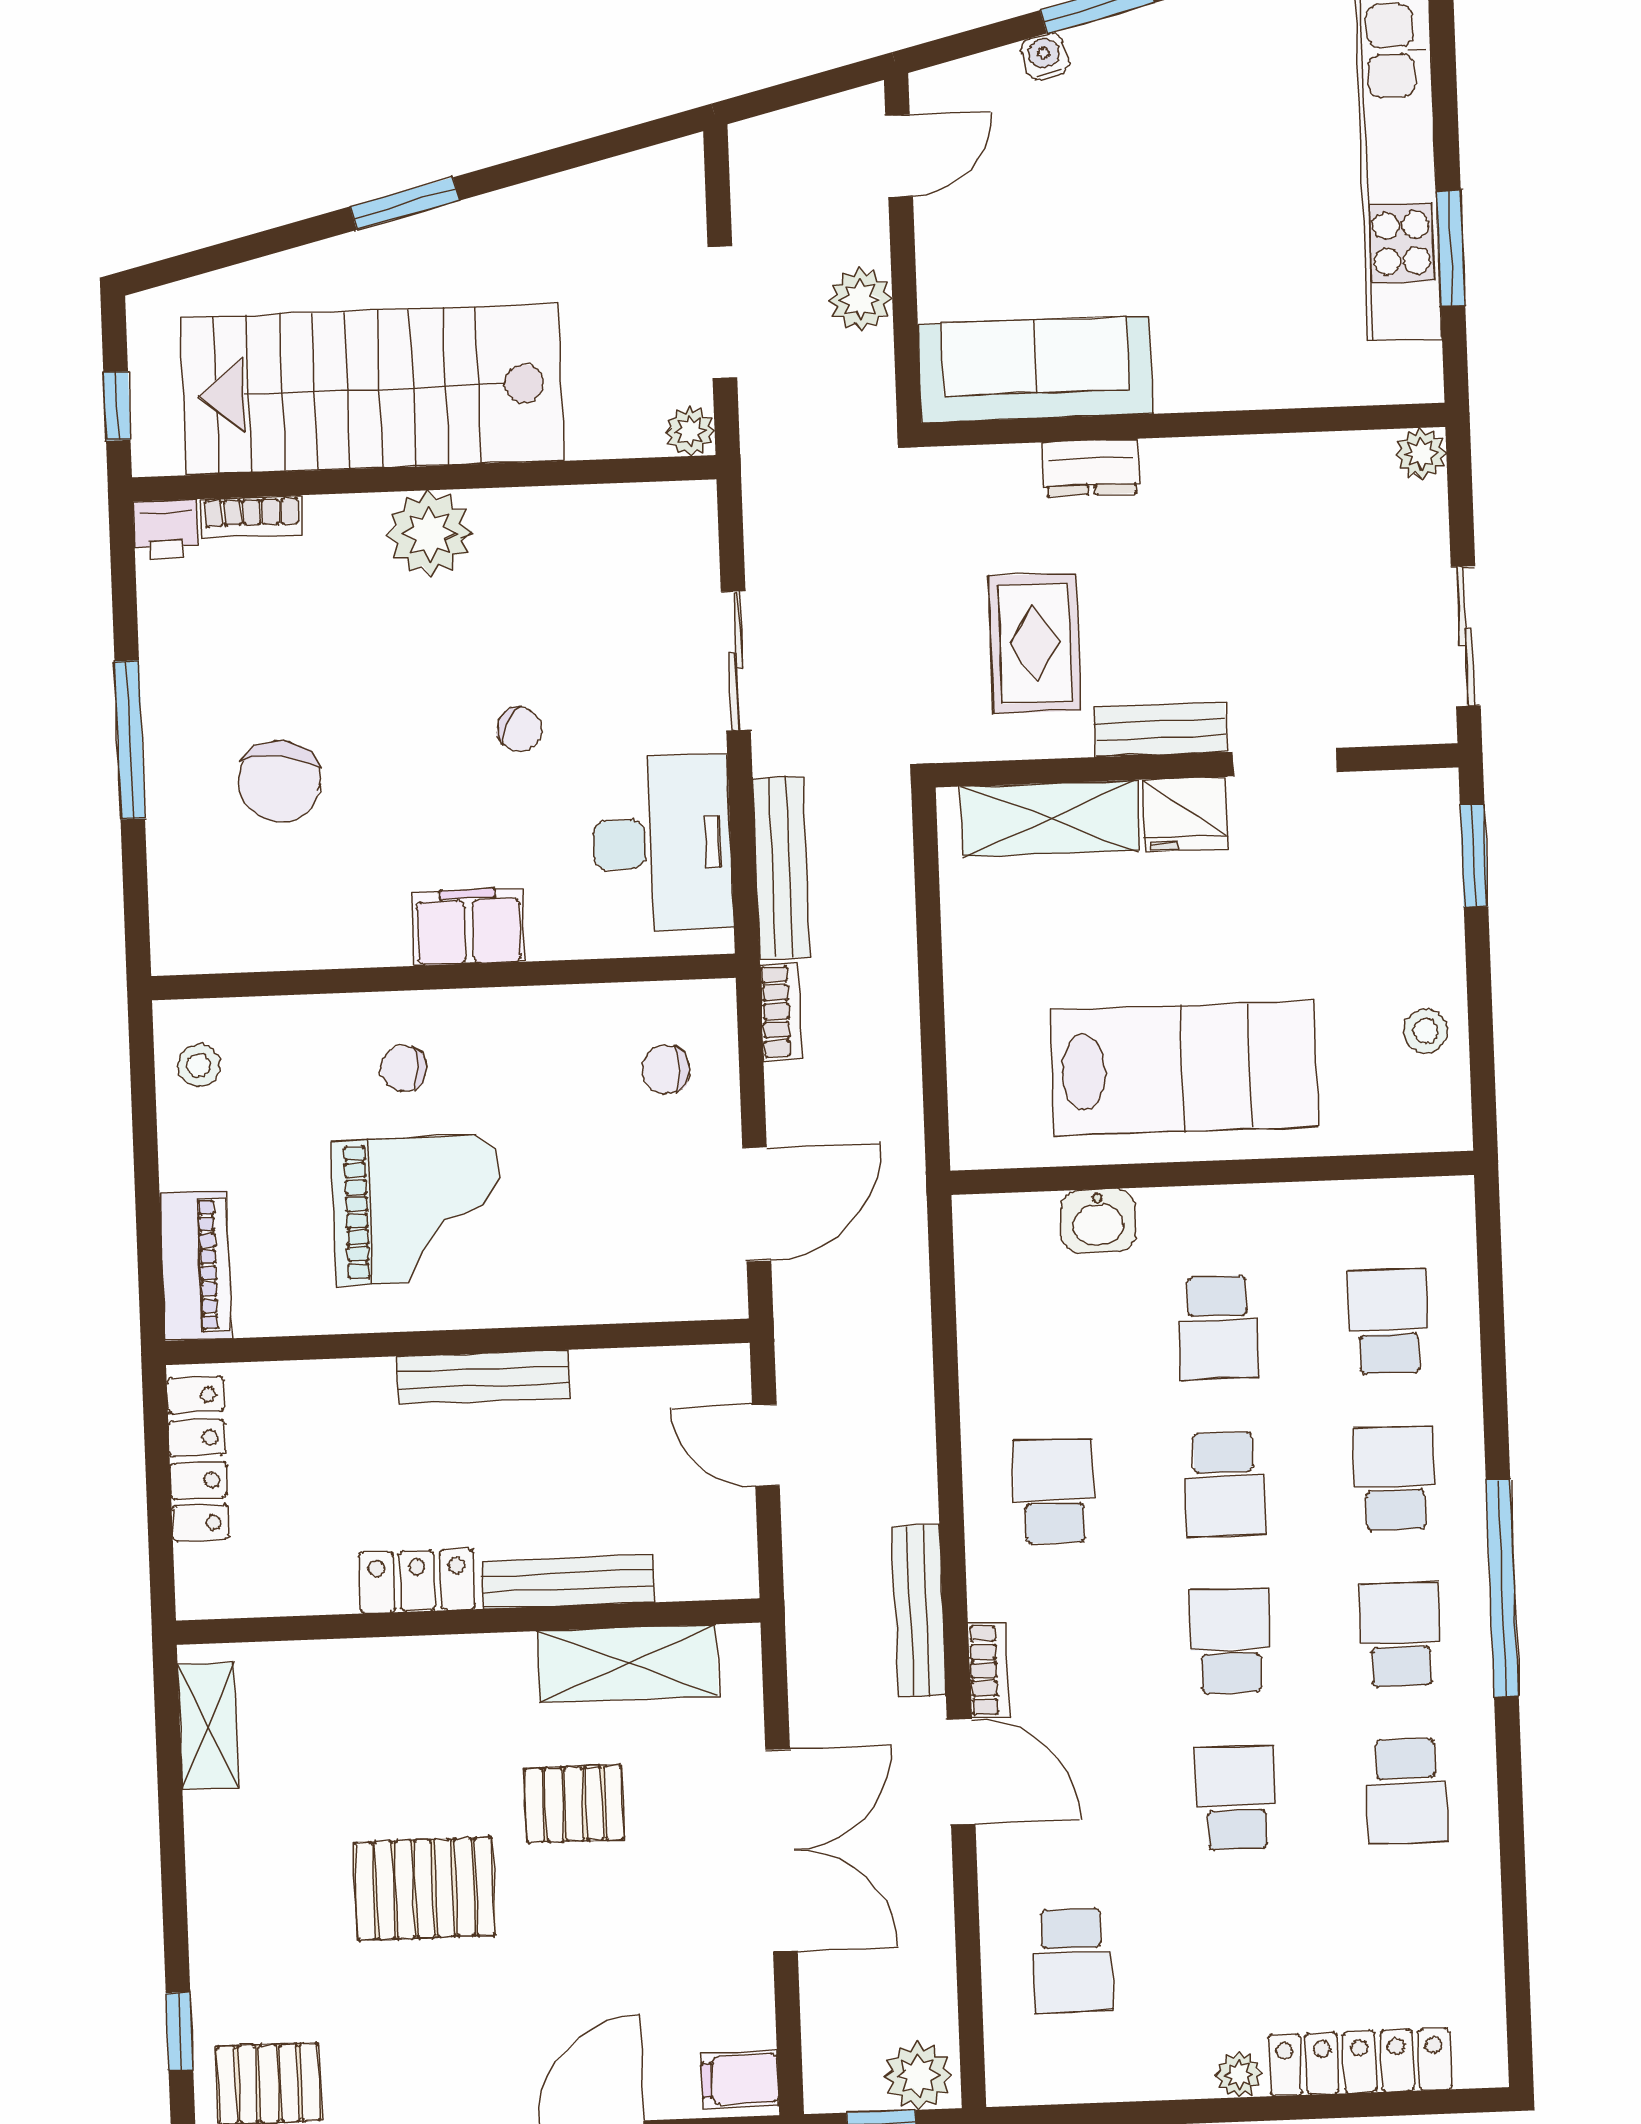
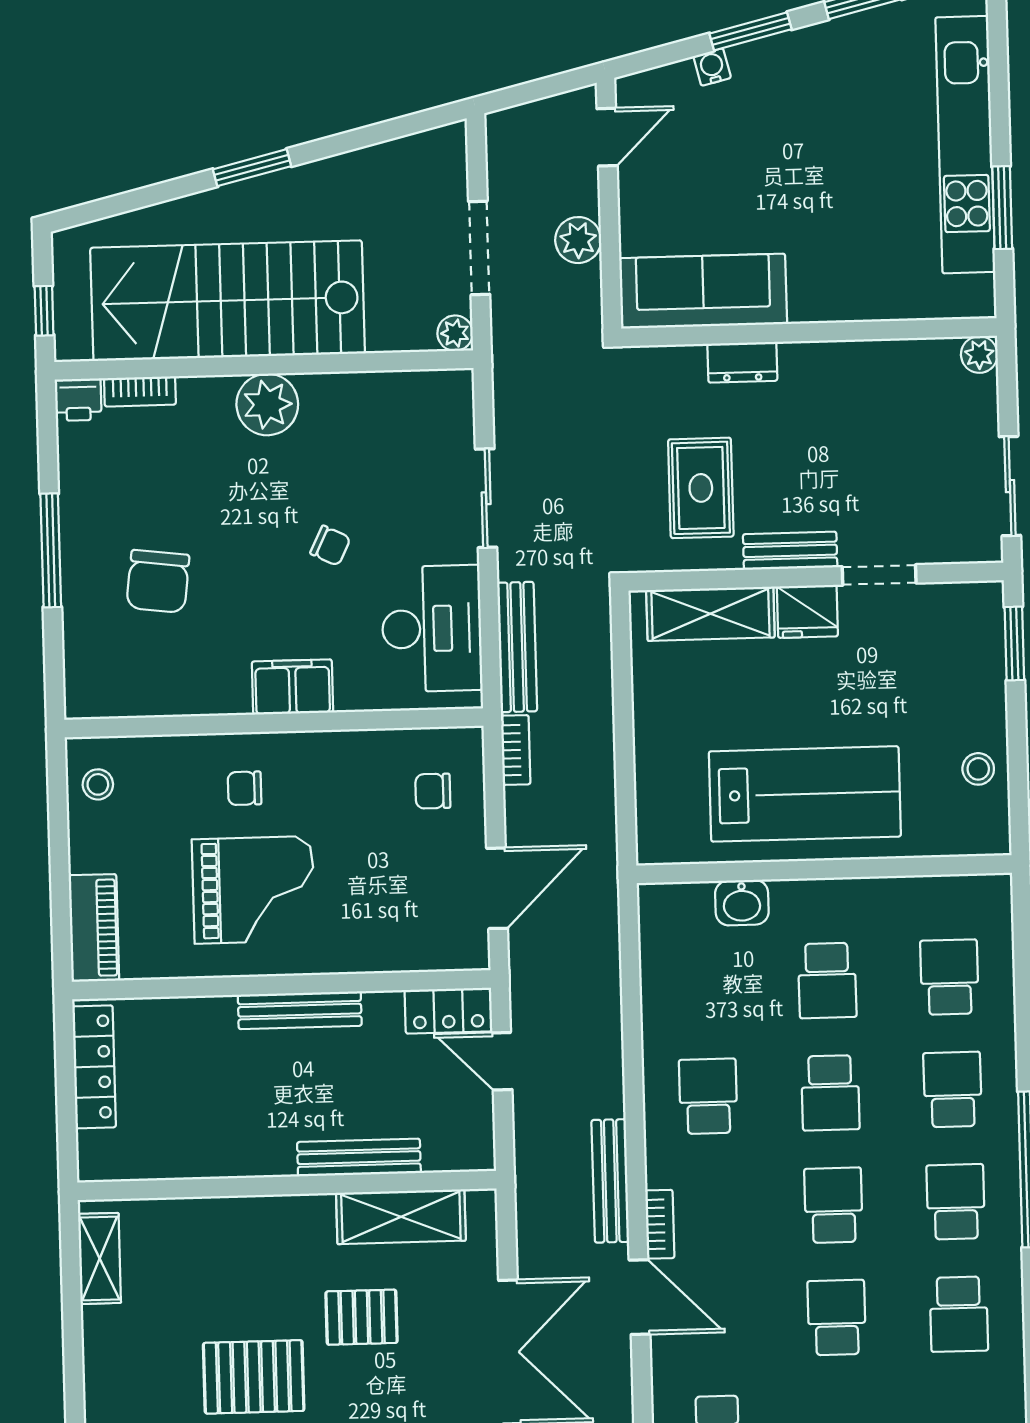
locker: (417, 1581) -> (448, 1011), moved, turned 180

